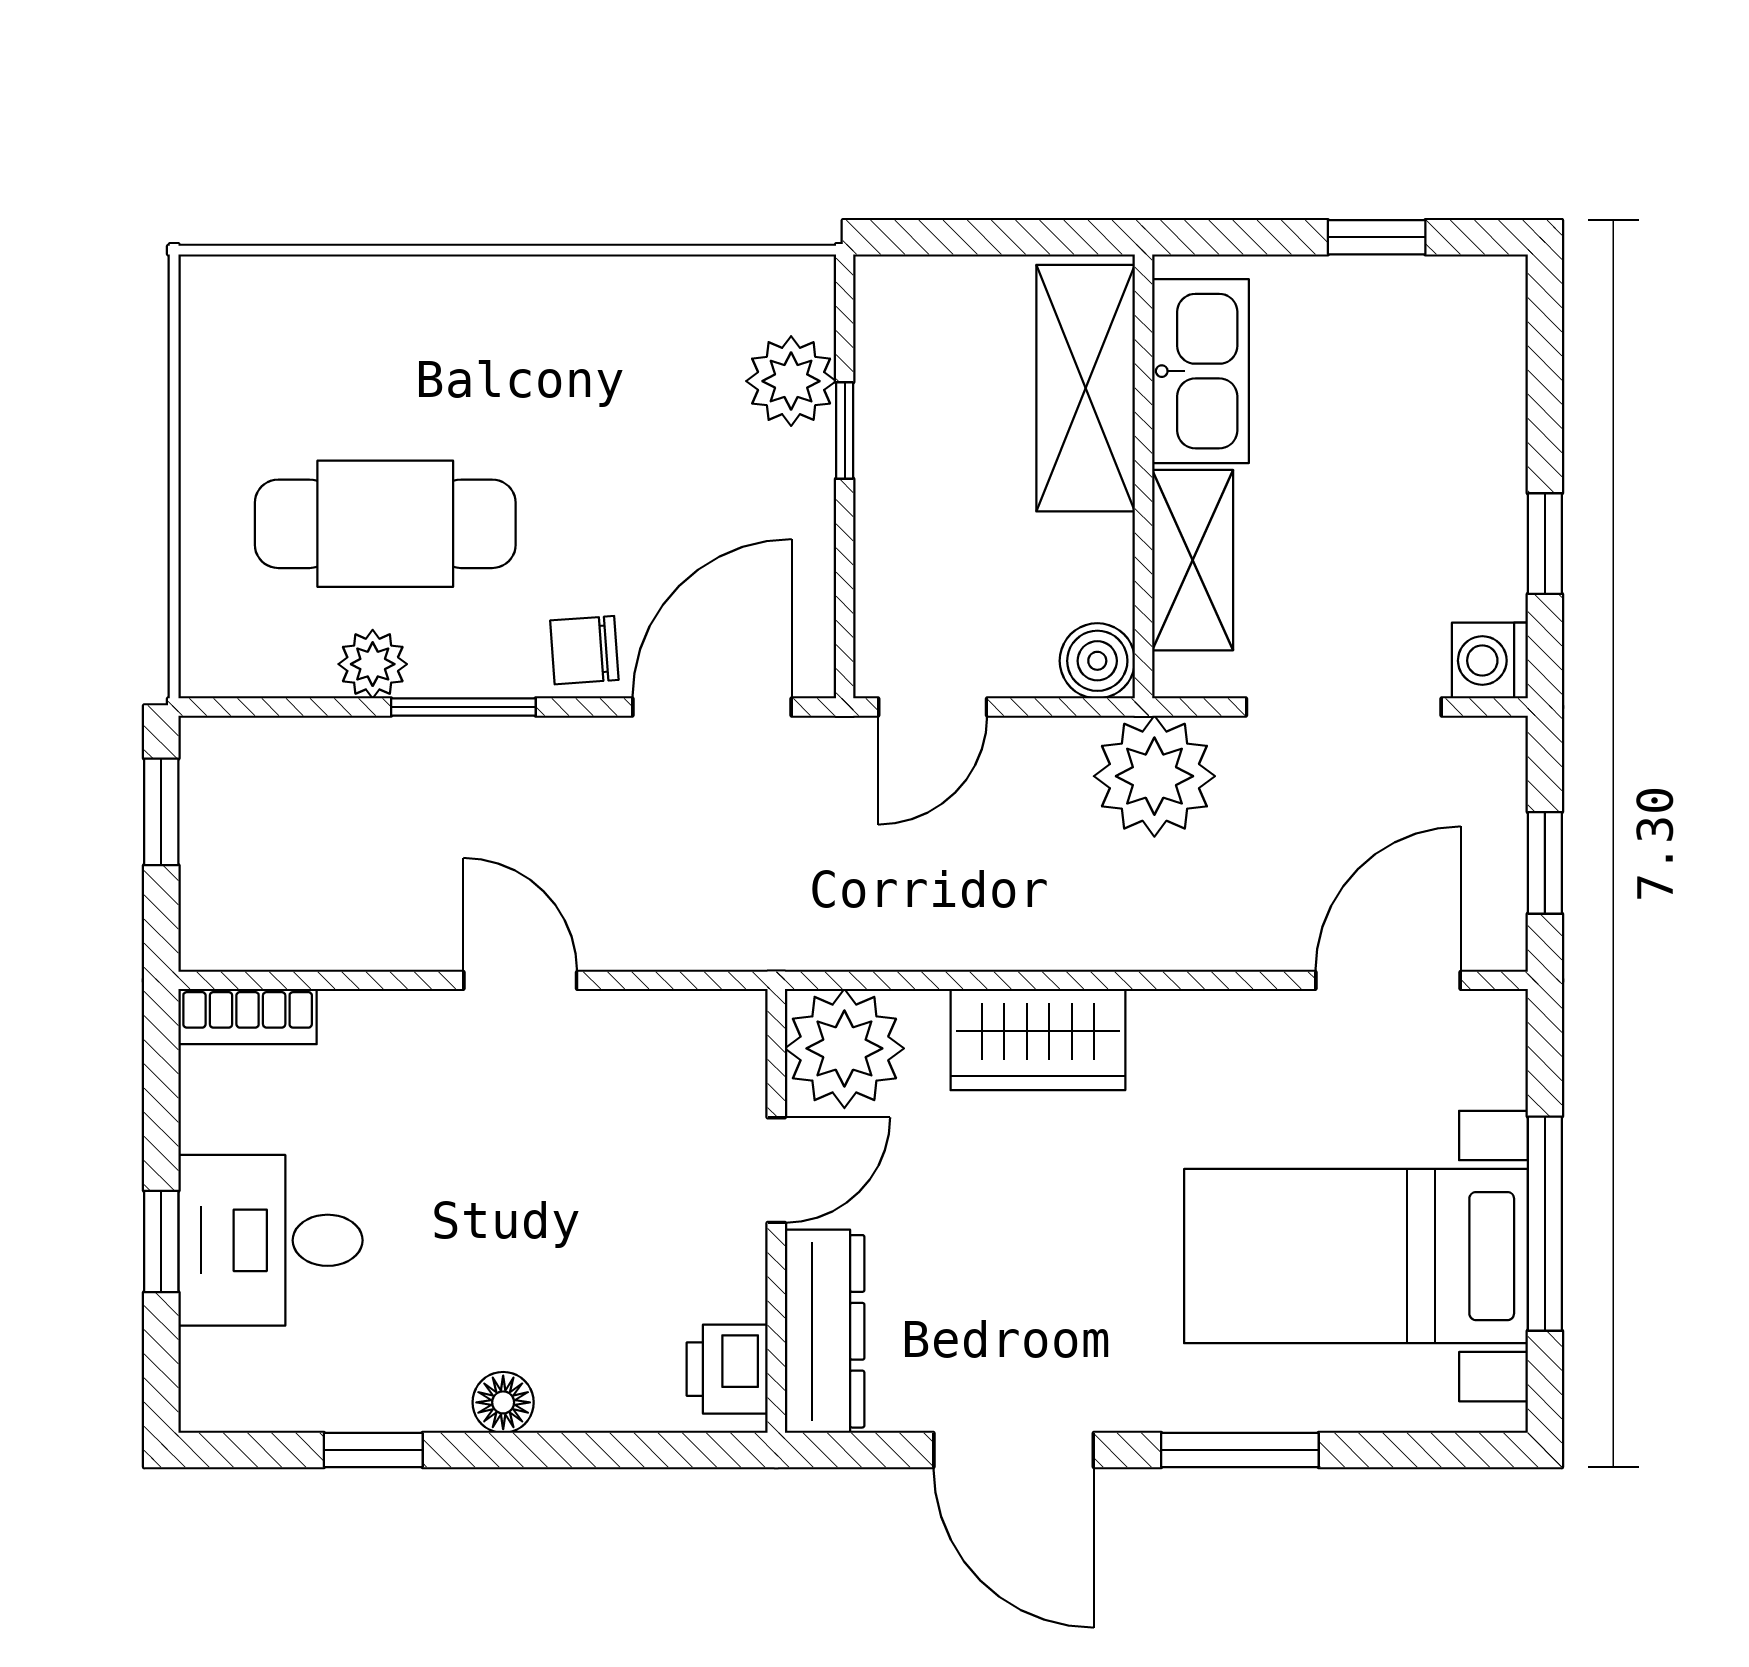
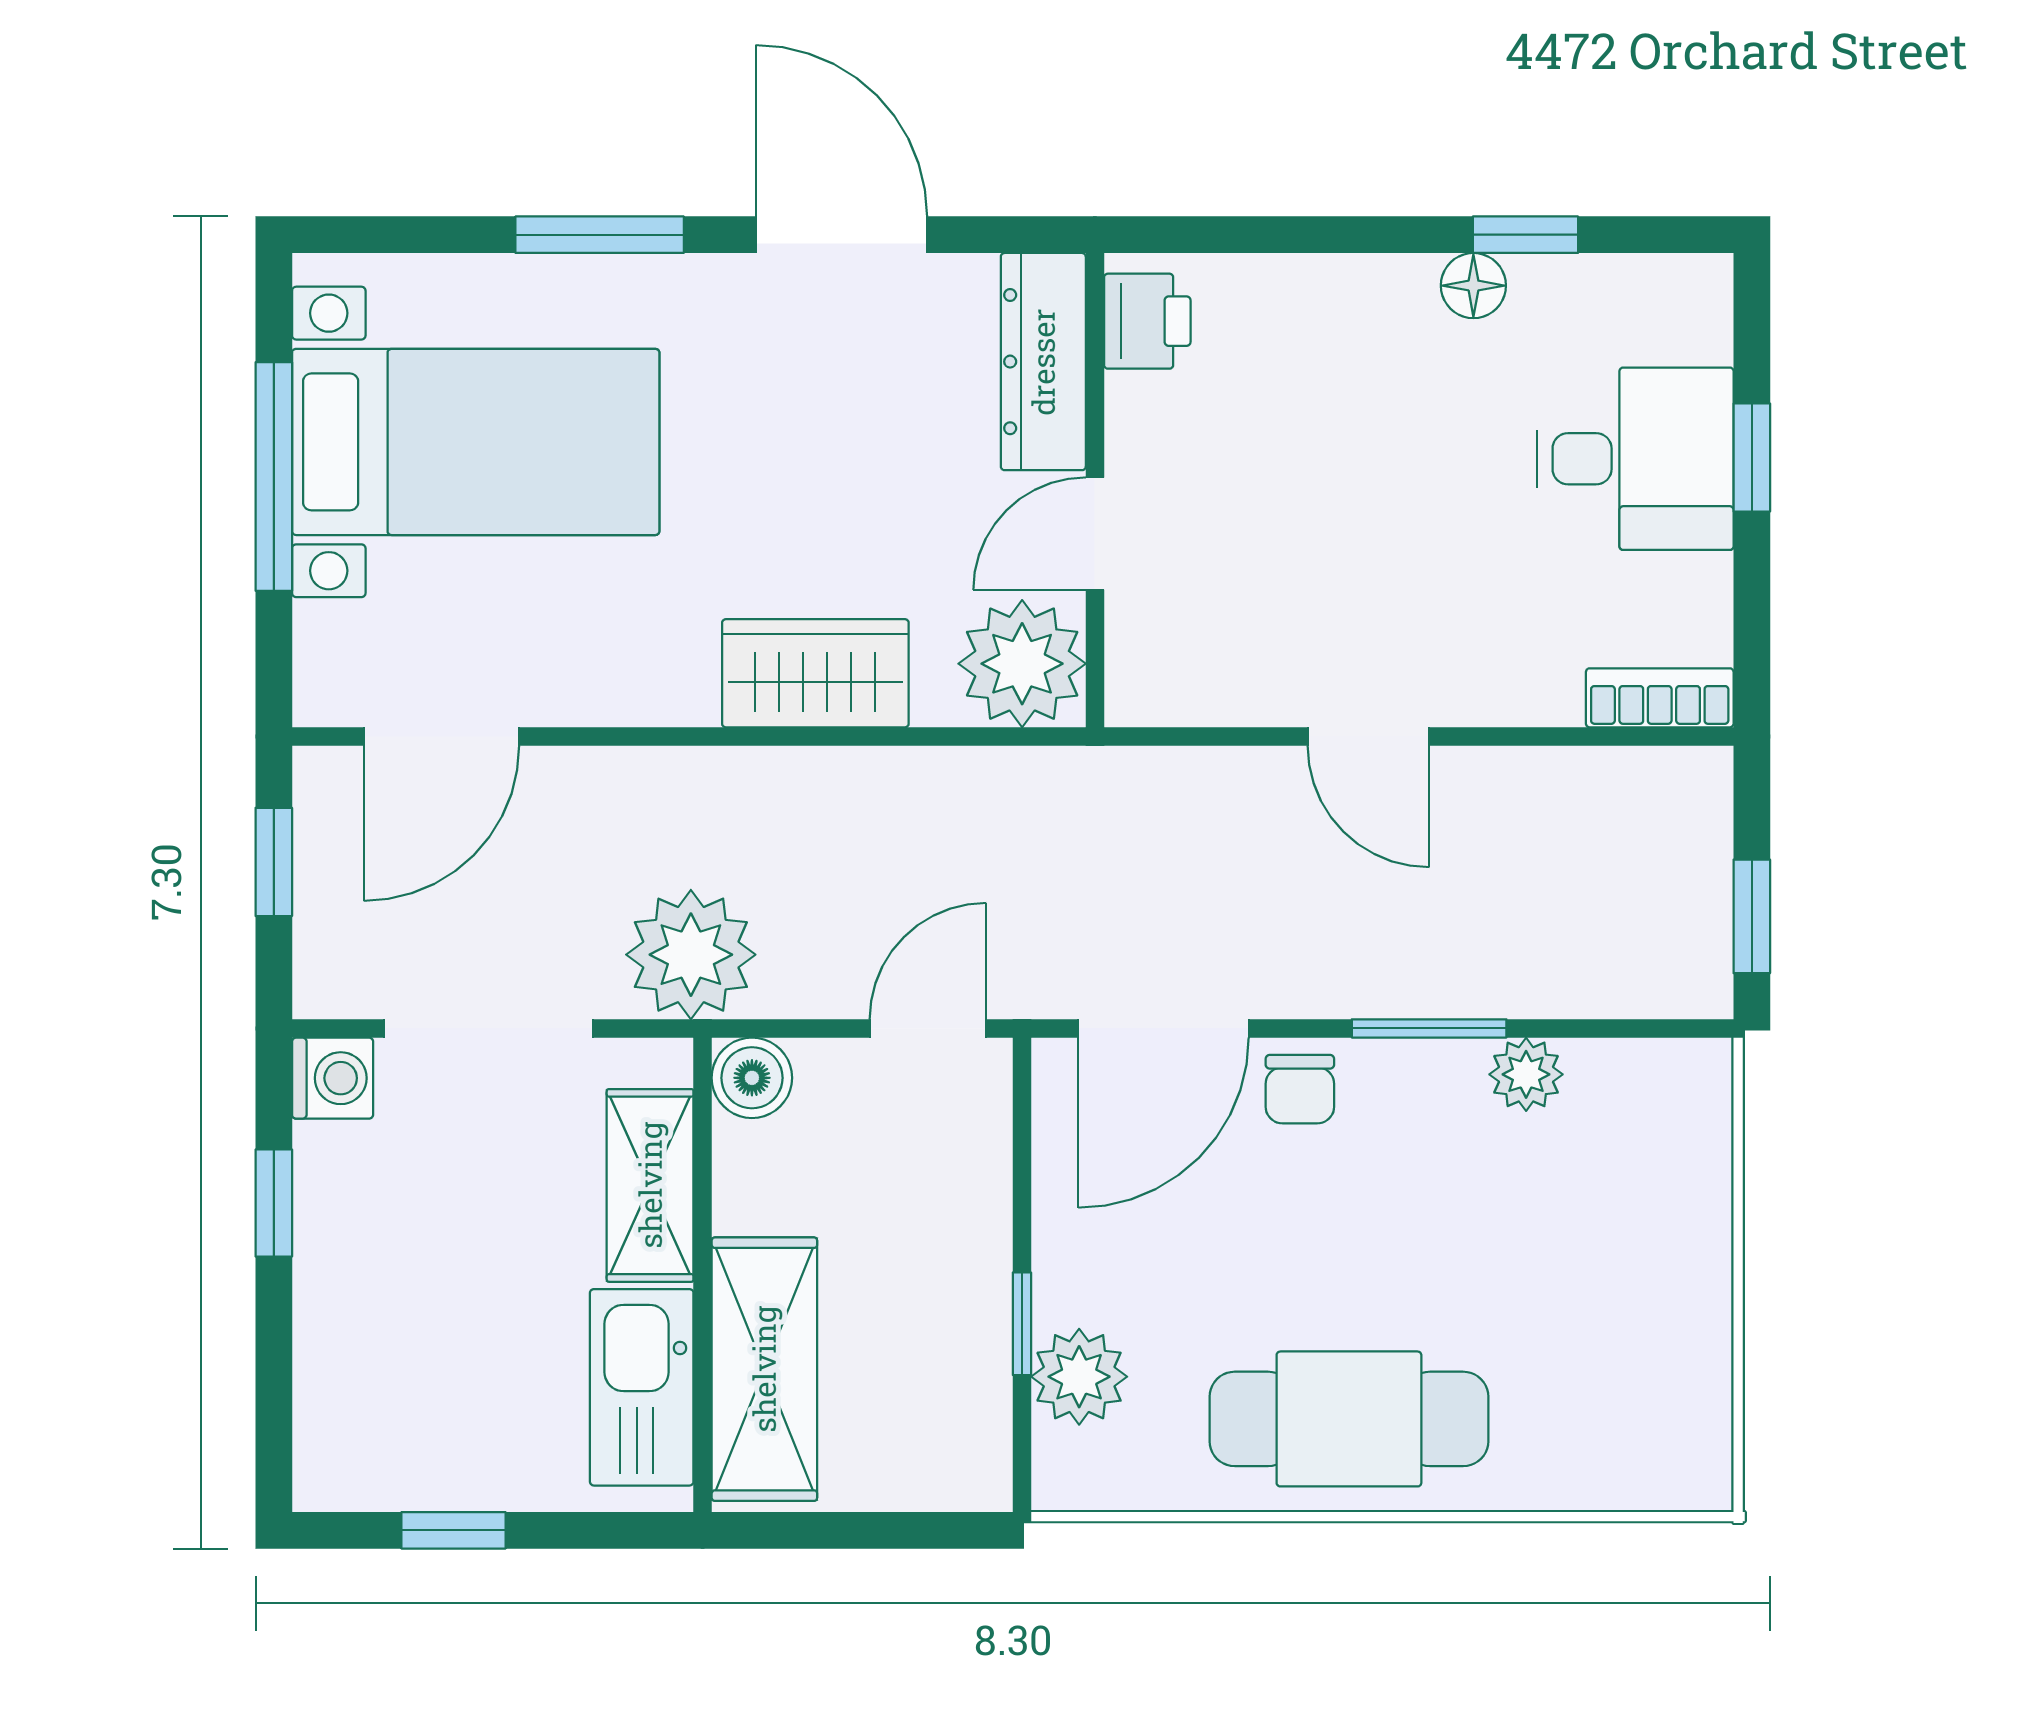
cafe table: (385, 524) -> (1349, 1419), moved
chair: (584, 650) -> (1300, 1089), turned 94
floor lamp: (503, 1402) -> (1473, 286), moved

